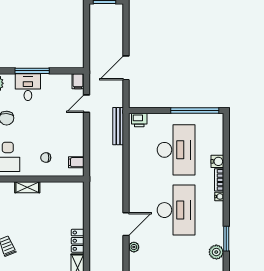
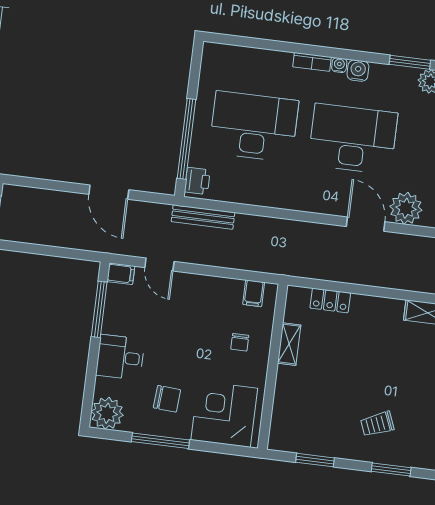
window: (32, 71) -> (99, 309), moved
window: (195, 110) -> (186, 139), moved
water cooler: (217, 161) -> (358, 71), moved
shelving: (27, 187) -> (289, 344), moved
locker: (78, 241) -> (330, 300), moved
plant: (134, 247) -> (406, 208), width x1.88, depth x1.88

